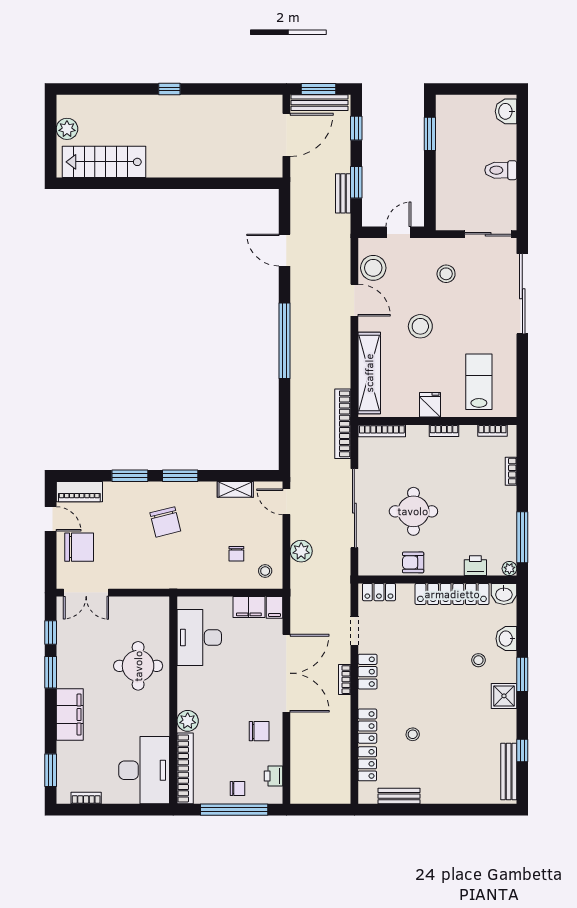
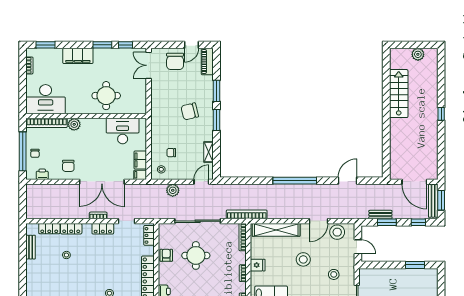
stairs: (104, 162) -> (399, 94), moved

